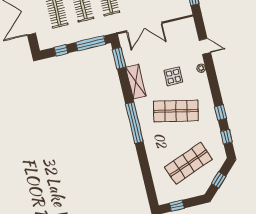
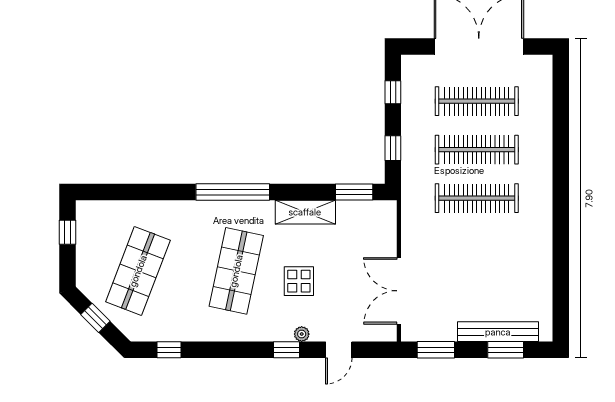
double door: (144, 27) -> (399, 291), moved
window: (91, 43) -> (393, 148), width x0.46
window: (221, 113) -> (286, 350), moved
shop shelf: (188, 163) -> (138, 271), turned 42

